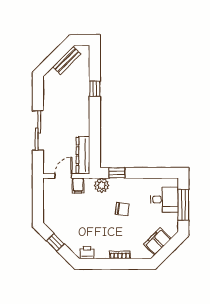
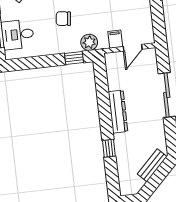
bench: (67, 60) -> (152, 165), moved
dresser: (83, 155) -> (118, 112), moved

